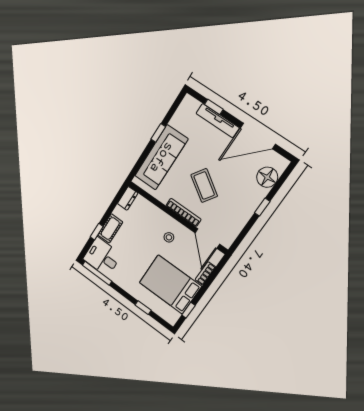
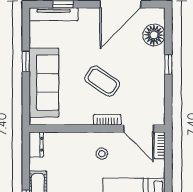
tv unit: (218, 121) -> (54, 14), moved
bookcase: (183, 212) -> (107, 120), width x0.64
bookcase: (205, 273) -> (159, 145), moved

